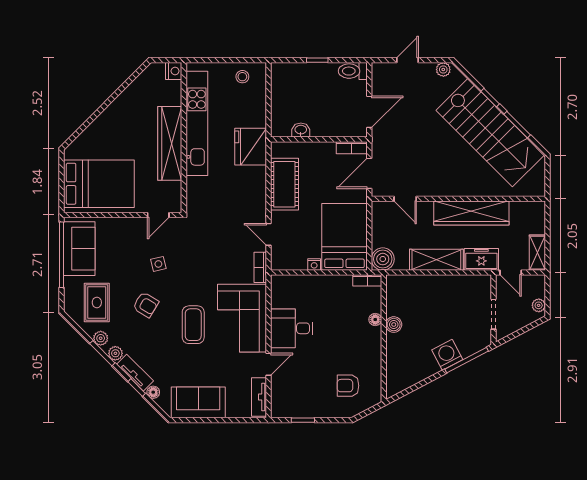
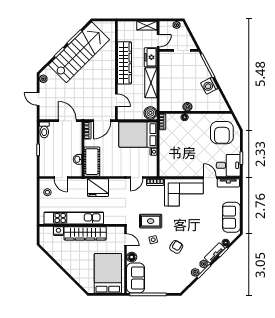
nightstand: (174, 71) -> (58, 231), moved
door: (268, 100) -> (61, 178), added
fridge: (251, 147) -> (98, 188), moved
door: (369, 173) -> (102, 121), hinge flipped
cot: (284, 184) -> (92, 162), moved, turned 90
door: (405, 199) -> (116, 100), hinge flipped
floor lamp: (128, 226) -> (132, 257), added
sofa: (79, 249) -> (136, 278), moved, turned 90
rug: (97, 302) -> (151, 221), moved
coffee table: (193, 325) -> (188, 220), removed
desk: (292, 328) -> (228, 165), moved, turned -90
washing machine: (447, 355) -> (209, 86), moved
armchair: (348, 386) -> (222, 133), width x1.88, depth x1.88

